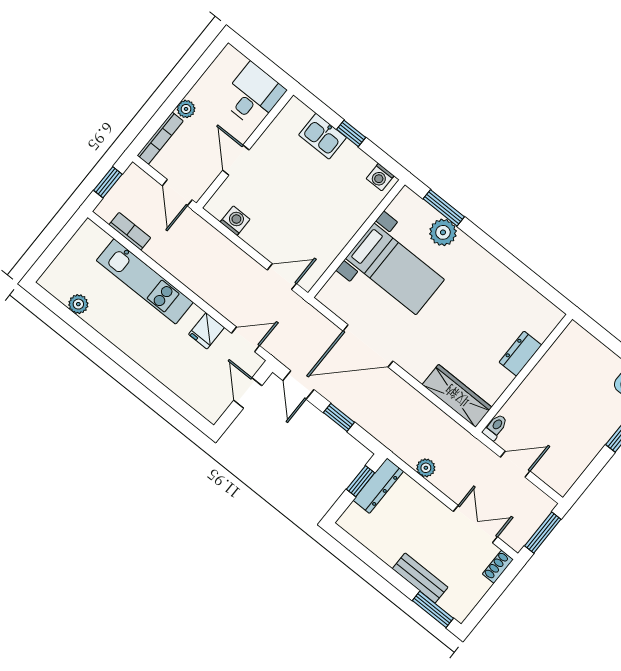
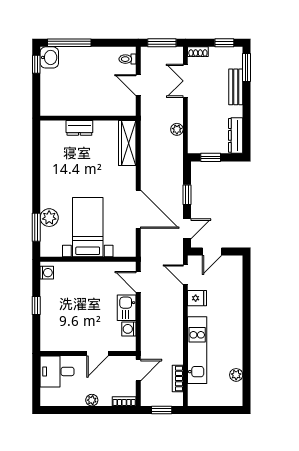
kitchen sink: (323, 136) -> (127, 308), moved, turned 180
bookcase: (160, 138) -> (124, 401), width x0.64
toilet: (495, 427) -> (128, 59), moved
dresser: (378, 486) -> (236, 135), moved, turned -90
window: (483, 607) -> (224, 43), added

